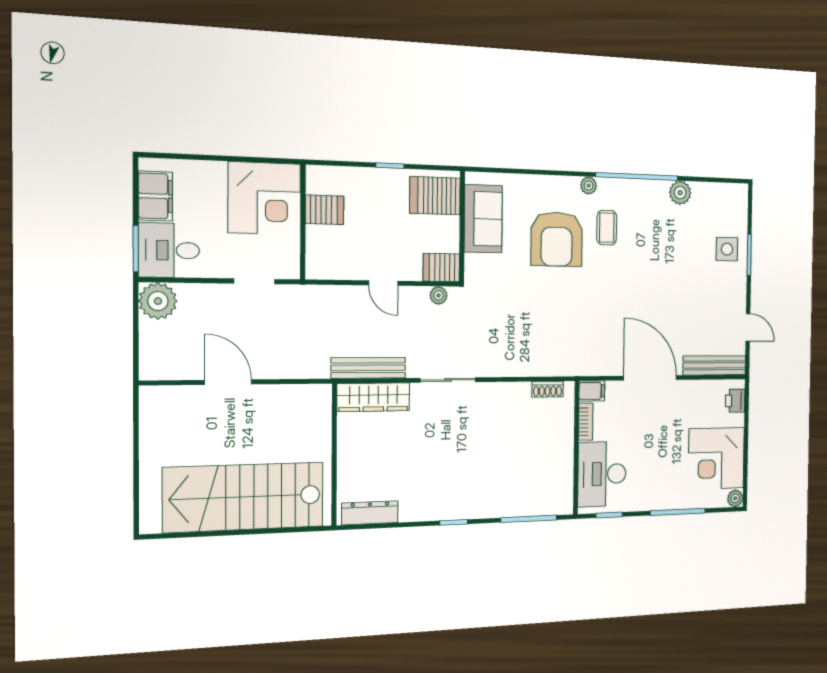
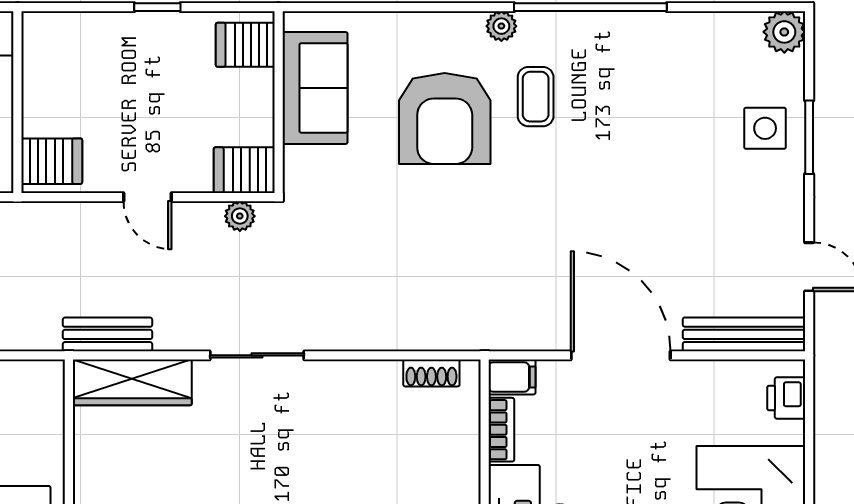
plant: (680, 193) -> (784, 32), moved
server rack: (435, 196) -> (245, 45), width x0.73, depth x0.70
server rack: (325, 210) -> (52, 161), moved
bench: (368, 368) -> (107, 334), width x0.73

